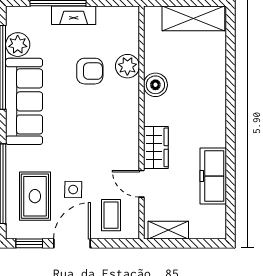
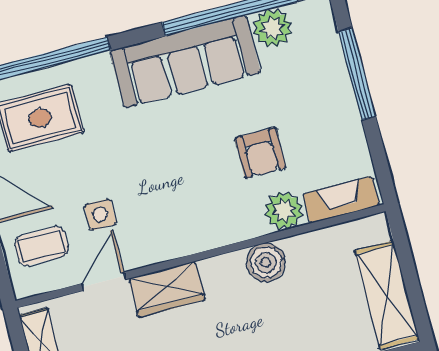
fireplace: (74, 15) -> (341, 200), moved, turned 90
side table: (73, 190) -> (100, 215), moved

